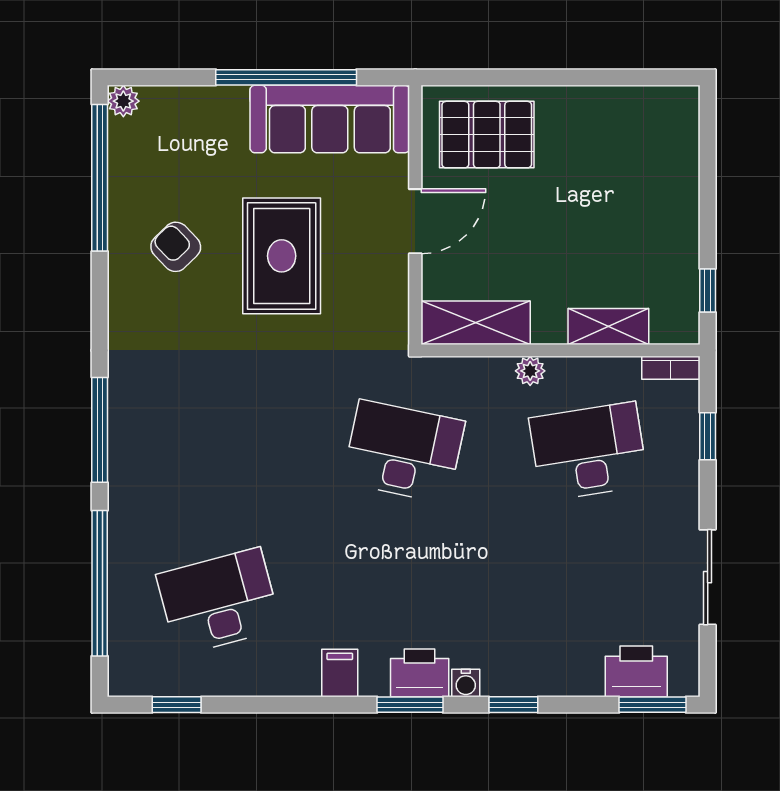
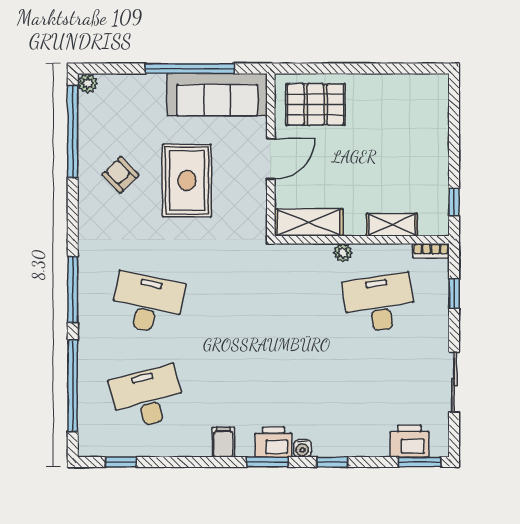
desk: (404, 451) -> (147, 303), moved

